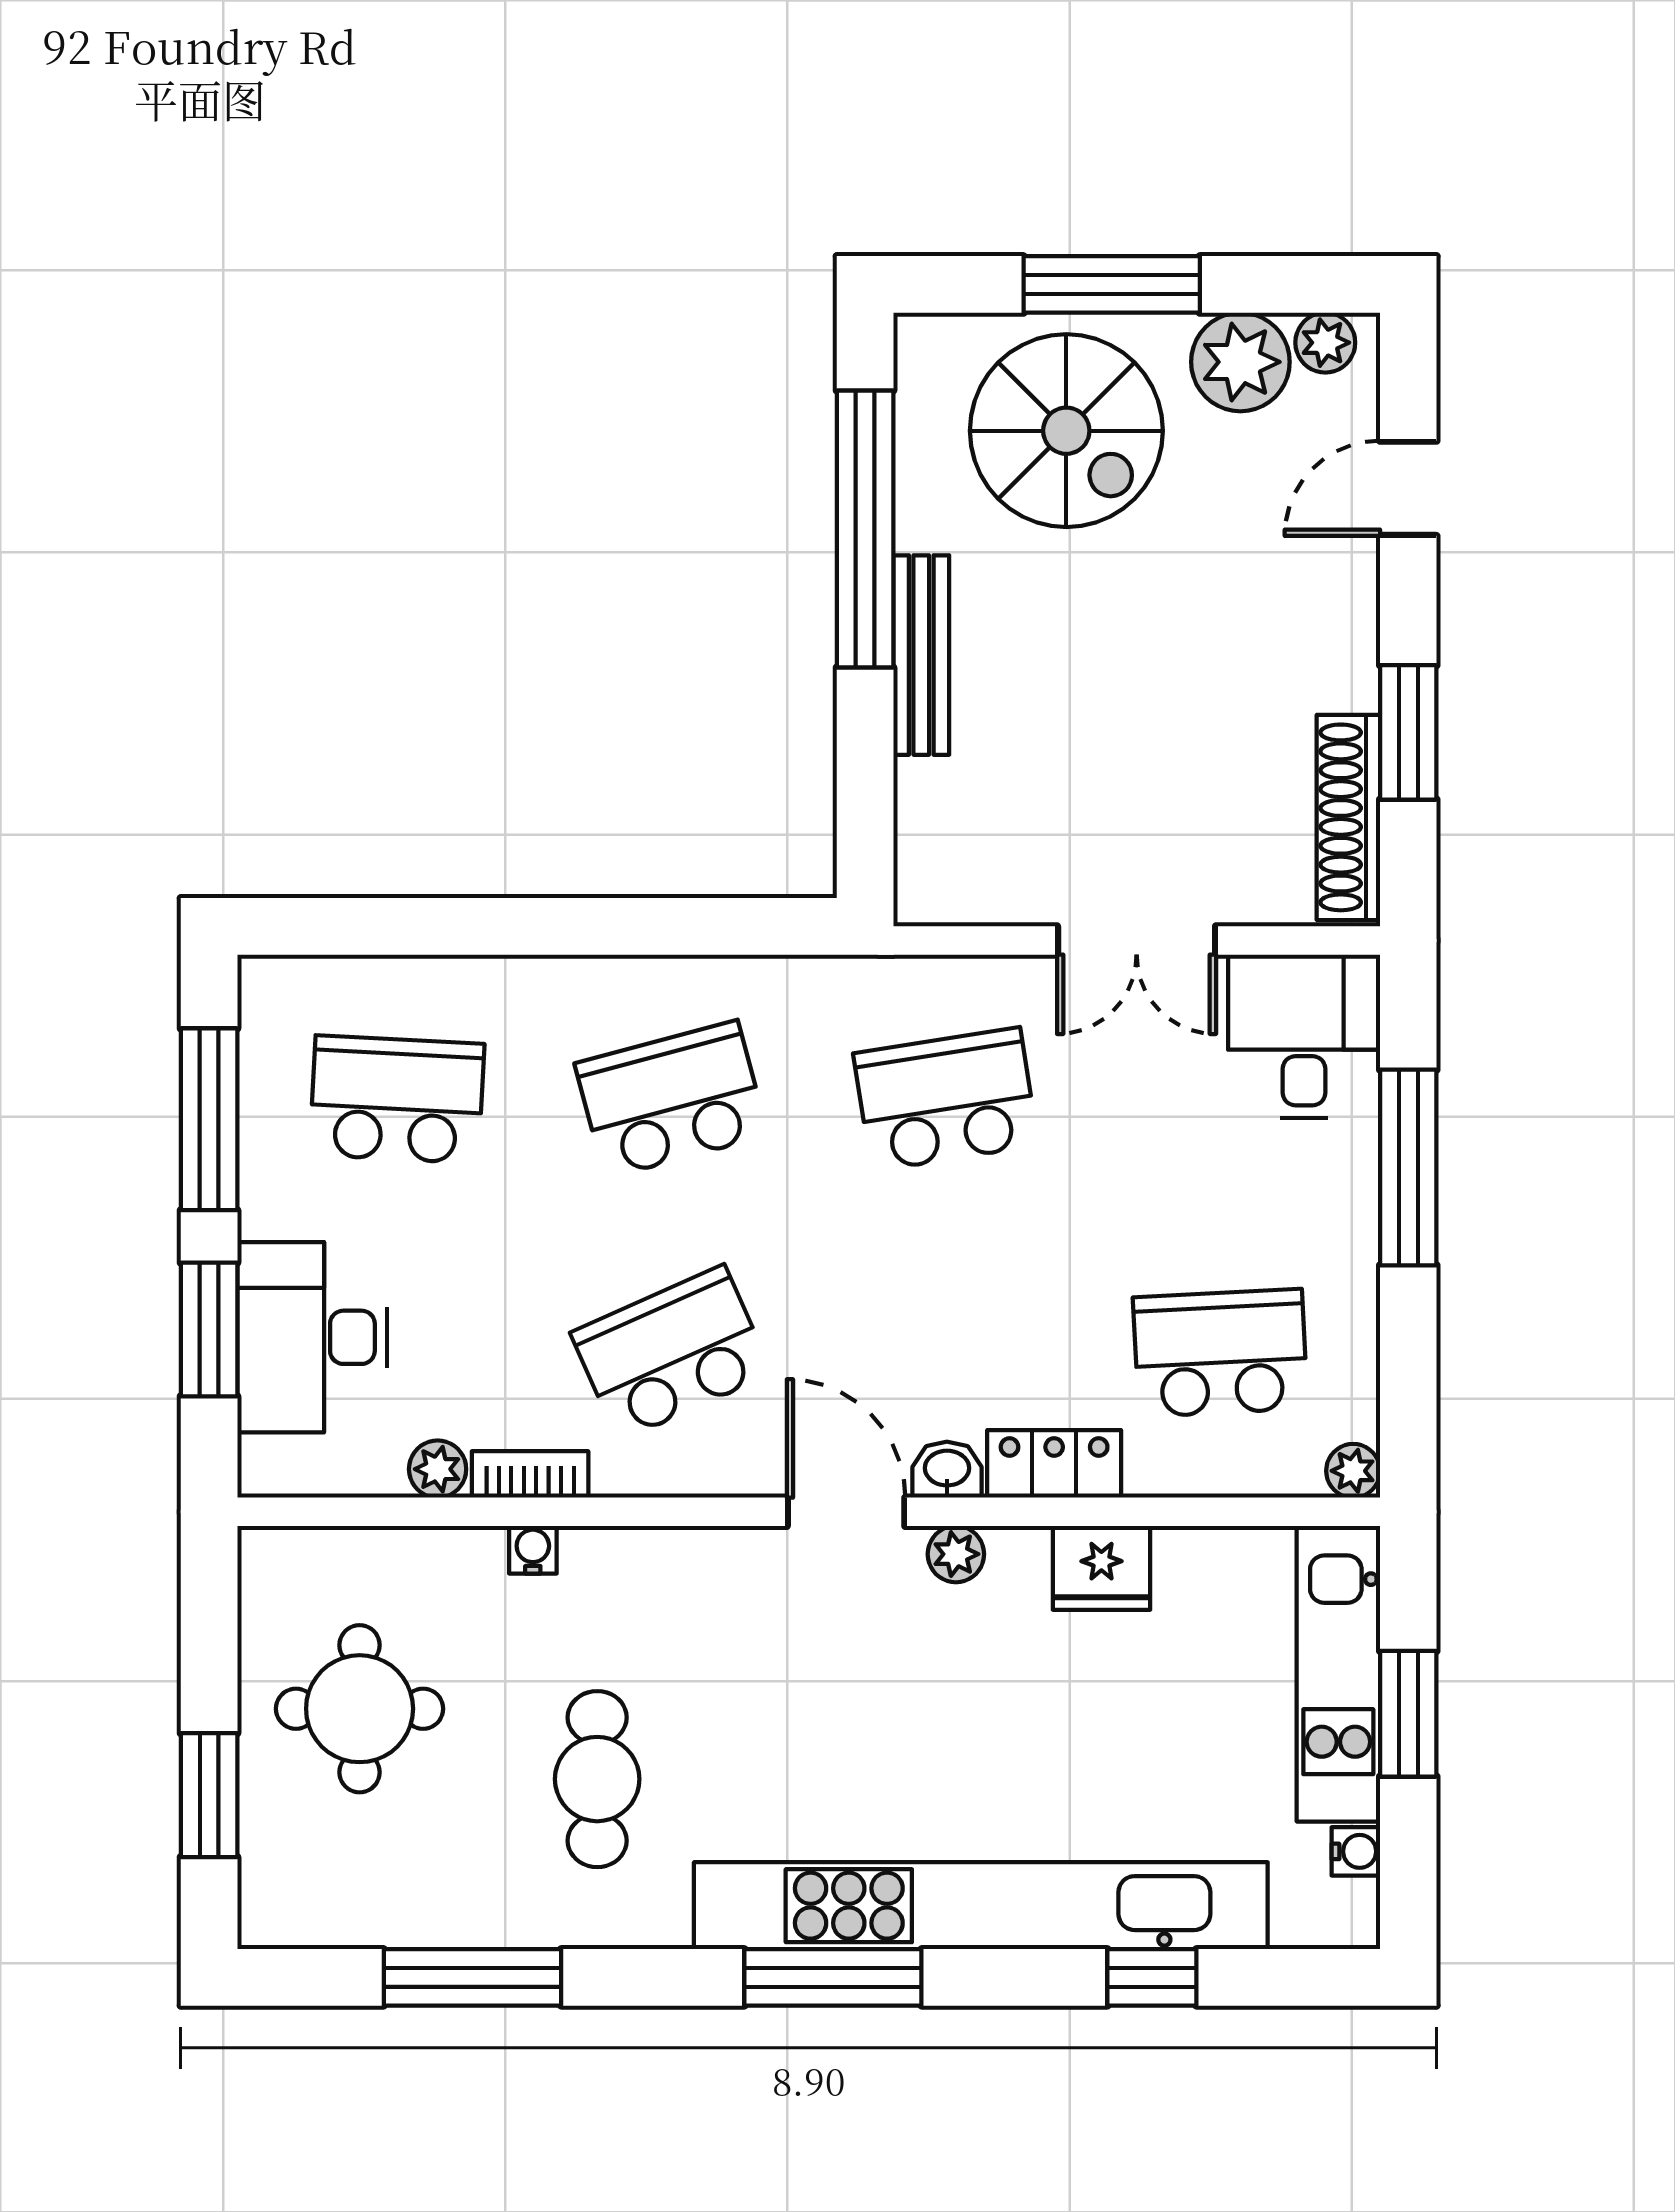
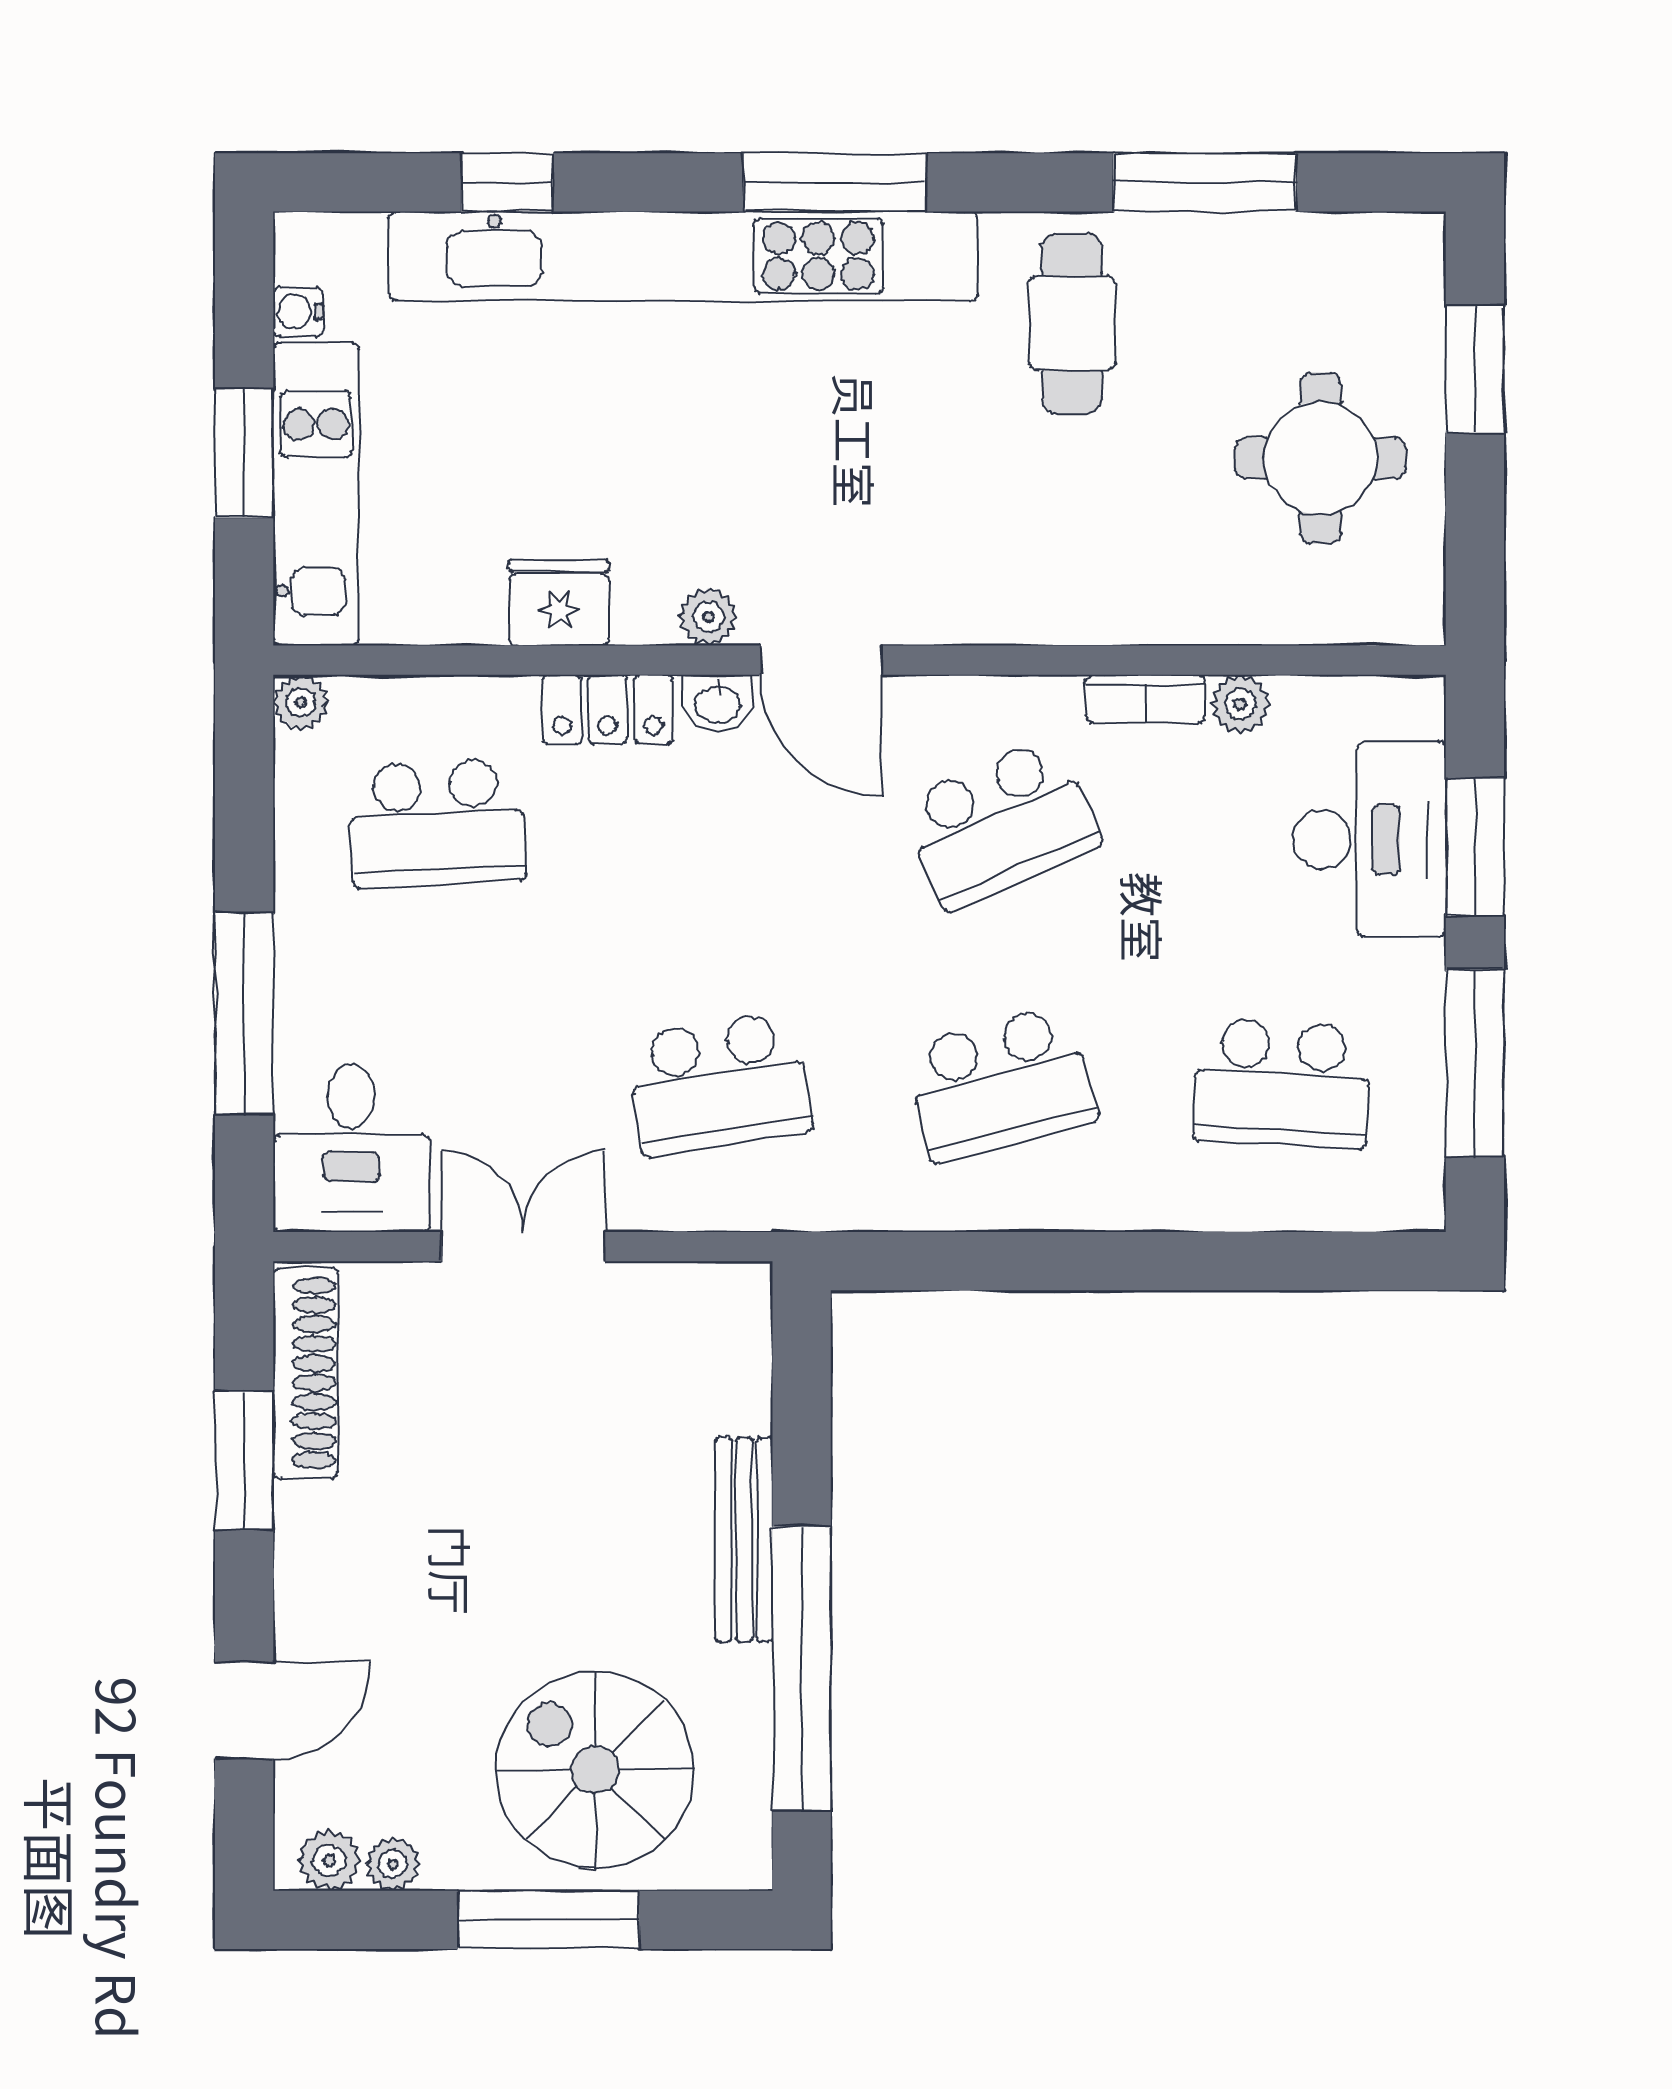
plant: (1240, 362) -> (393, 1864), width x0.53, depth x0.53
water cooler: (533, 1550) -> (1143, 621), removed
cafe table: (597, 1779) -> (1072, 323), moved

